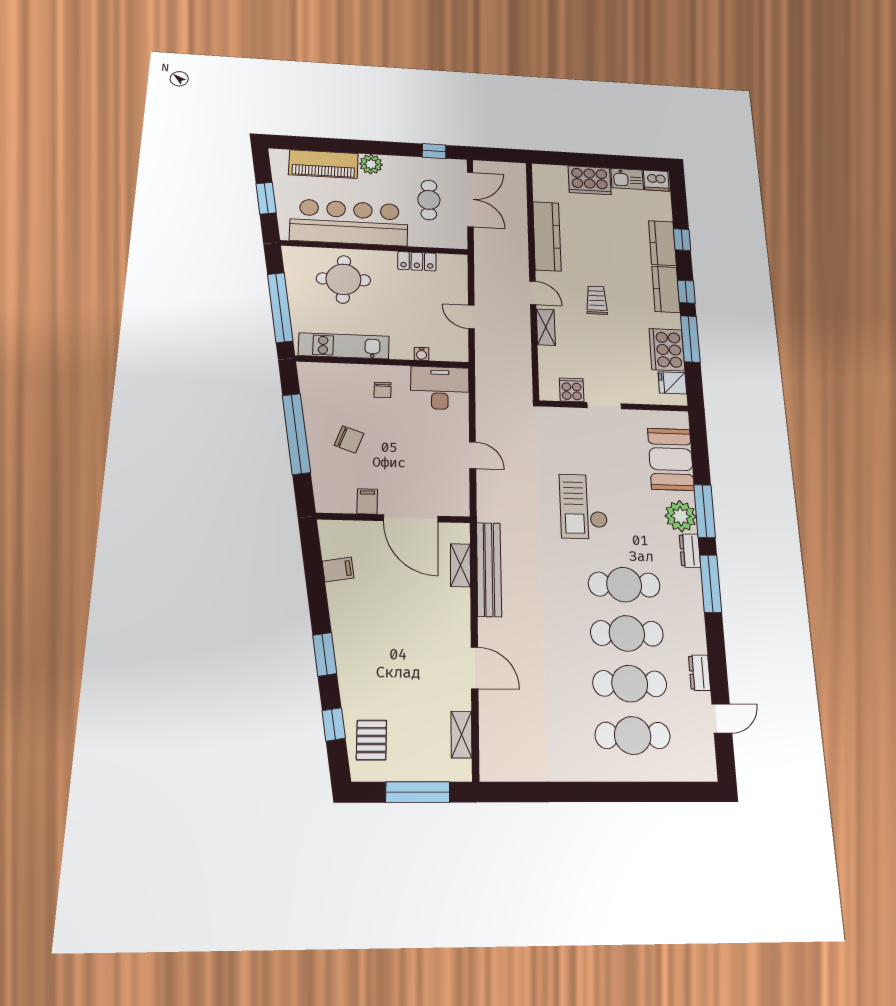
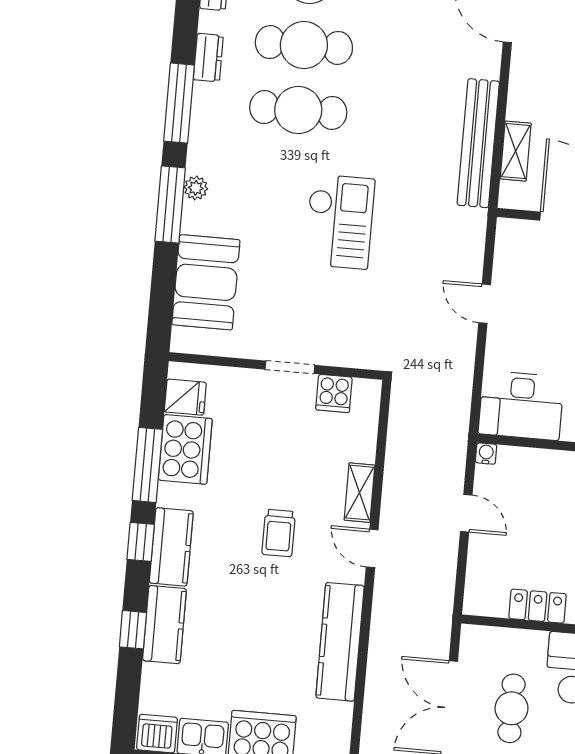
water cooler: (422, 354) -> (486, 454), moved
plant: (681, 516) -> (196, 188), width x0.53, depth x0.53
dresser: (690, 551) -> (208, 58), moved

